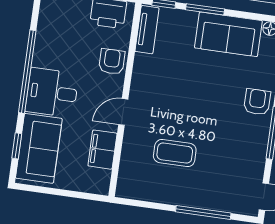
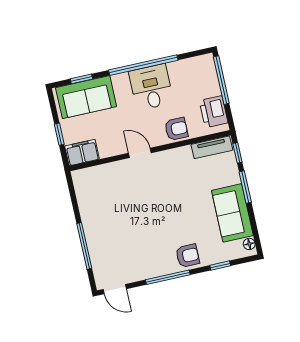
desk: (52, 93) -> (151, 87), moved
filing cabinet: (102, 150) -> (82, 153), moved
coffee table: (175, 153) -> (123, 206), removed
window: (69, 194) -> (59, 134), added

